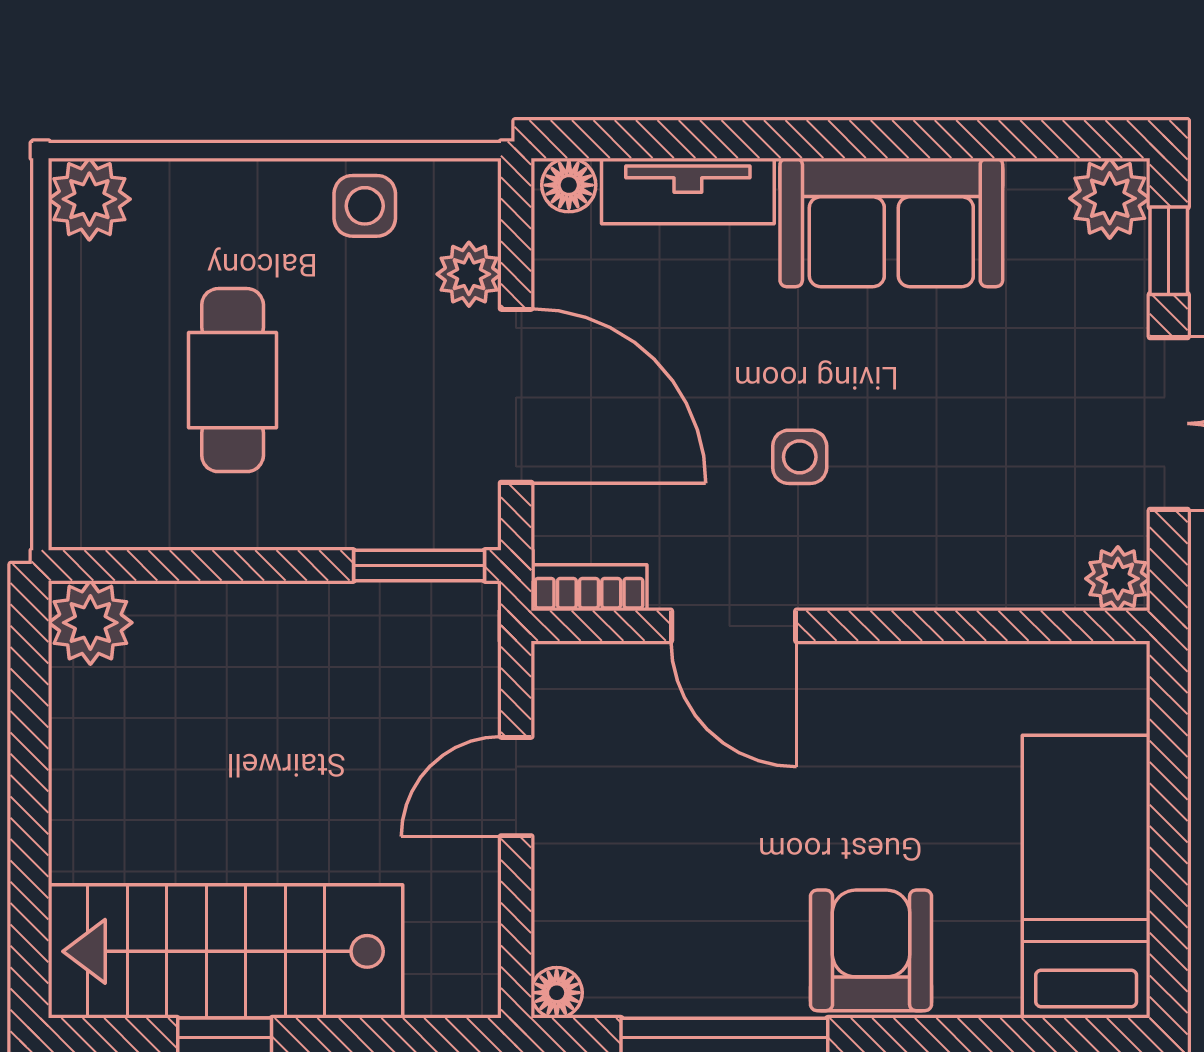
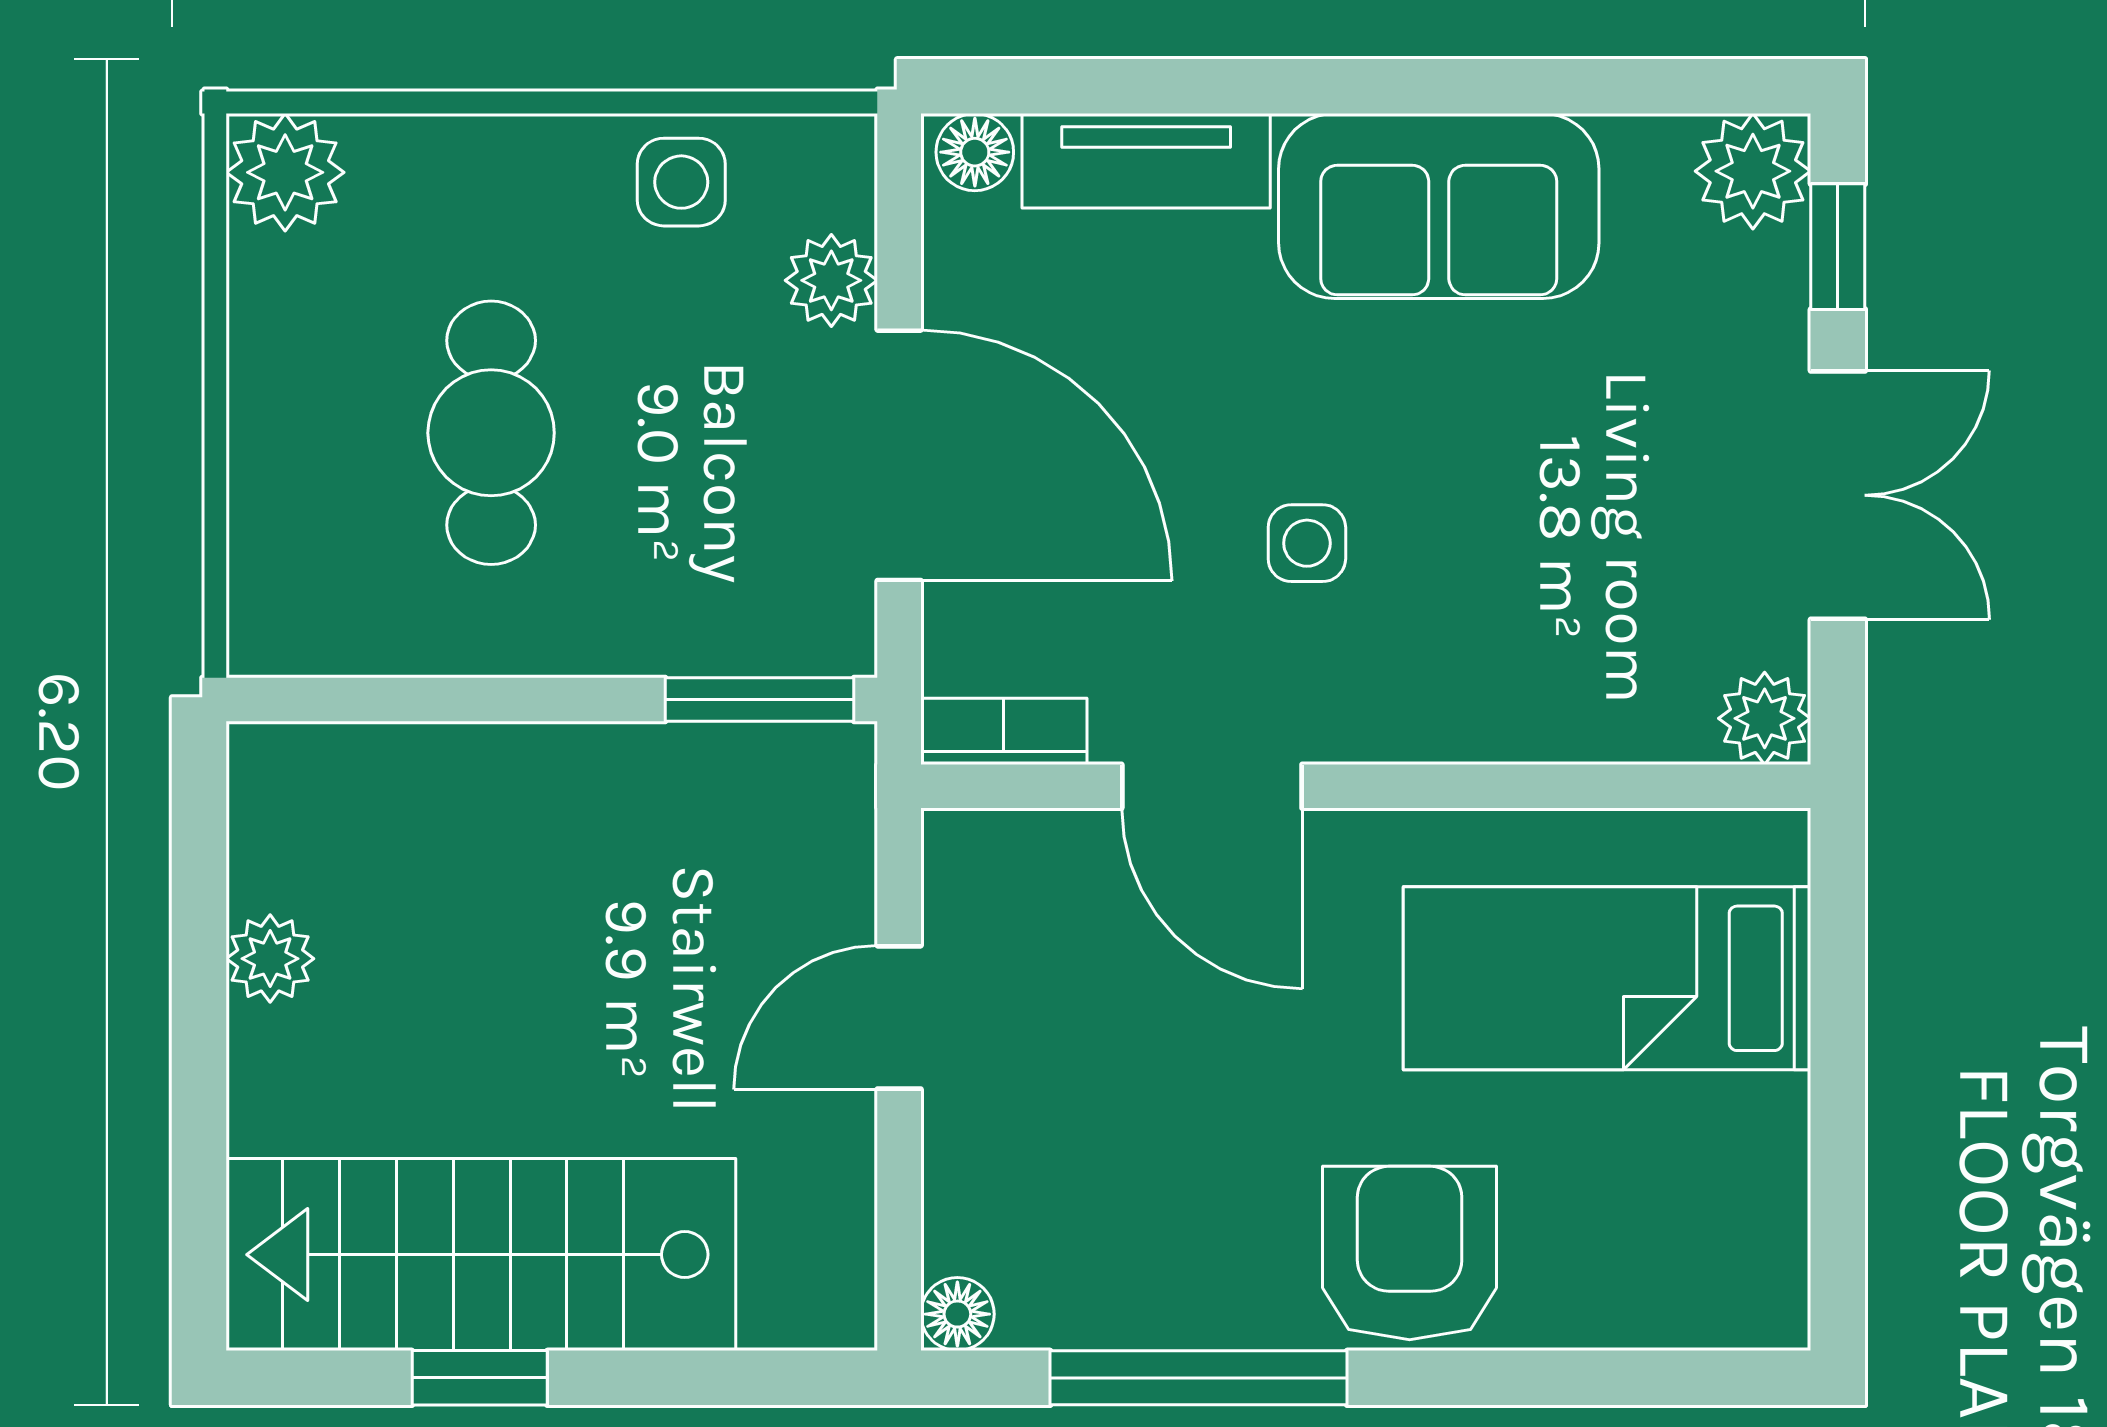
plant: (90, 623) -> (270, 959), moved, width x0.73, depth x0.73
bed: (1086, 877) -> (1607, 978), moved, turned -90

